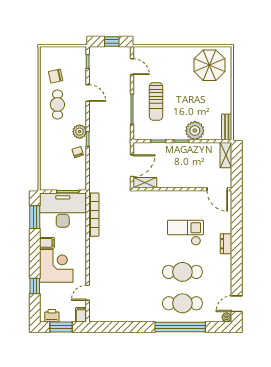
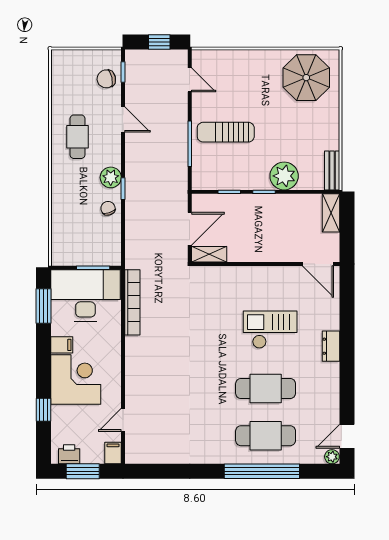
chair: (56, 76) -> (106, 79), moved
sun lounger: (156, 101) -> (226, 132), turned 90

